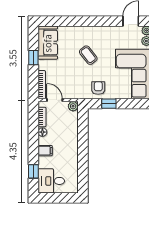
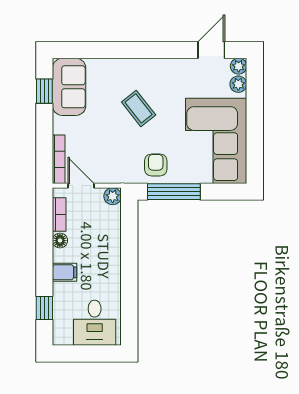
window: (33, 58) -> (44, 91), moved
window: (109, 104) -> (174, 192), width x2.17
desk: (51, 181) -> (95, 323), moved, turned -90

